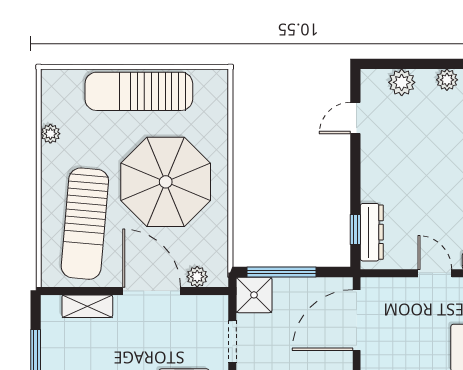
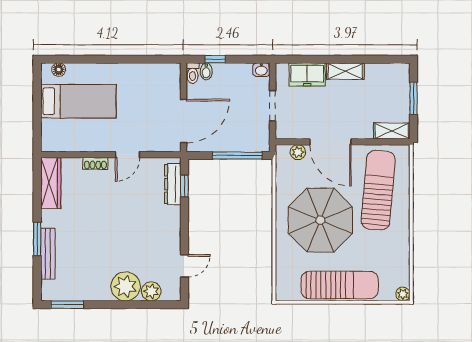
plant: (447, 80) -> (126, 286), width x1.88, depth x1.88
plant: (50, 134) -> (403, 294), moved
door: (435, 273) -> (127, 155), hinge flipped
shower: (254, 295) -> (257, 139), removed
shelving: (87, 306) -> (392, 131), moved

